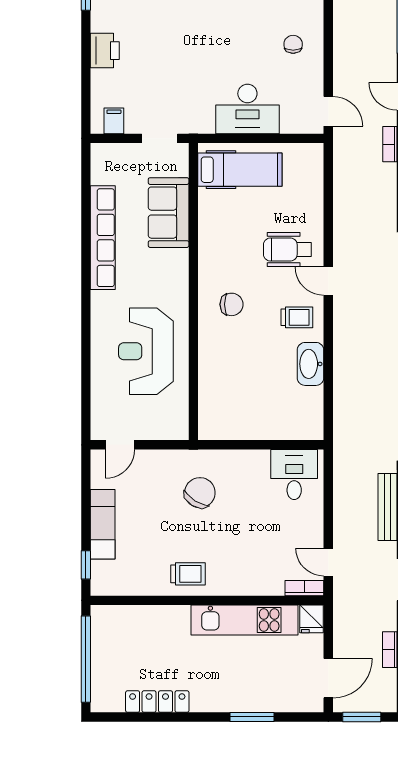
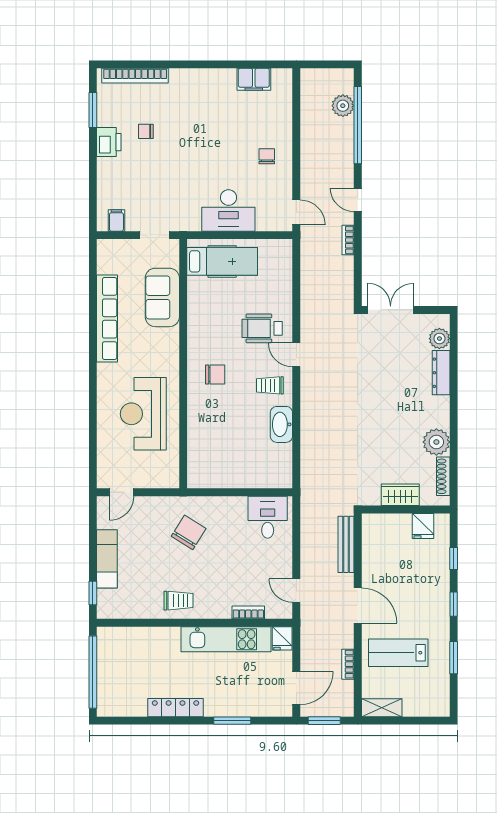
chair: (149, 15) -> (146, 131), added
printer: (105, 51) -> (109, 142), moved
trolley: (297, 317) -> (270, 385), turned 180
bookcase: (304, 588) -> (248, 612), moved
locker: (157, 702) -> (176, 708), moved

